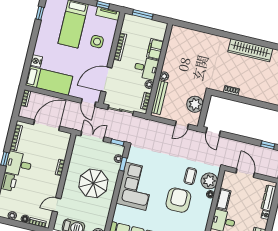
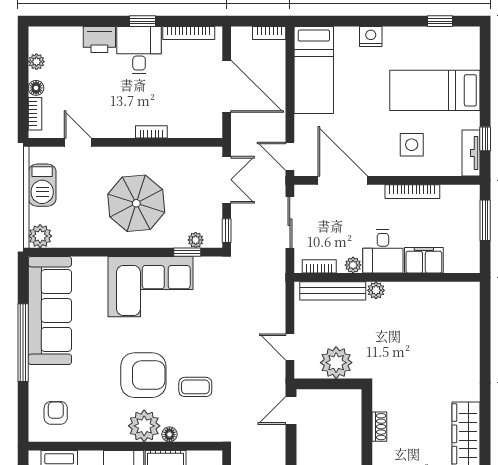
nightstand: (36, 61) -> (371, 36), moved
door: (88, 103) -> (290, 156), hinge flipped
plant: (209, 181) -> (144, 426), moved

